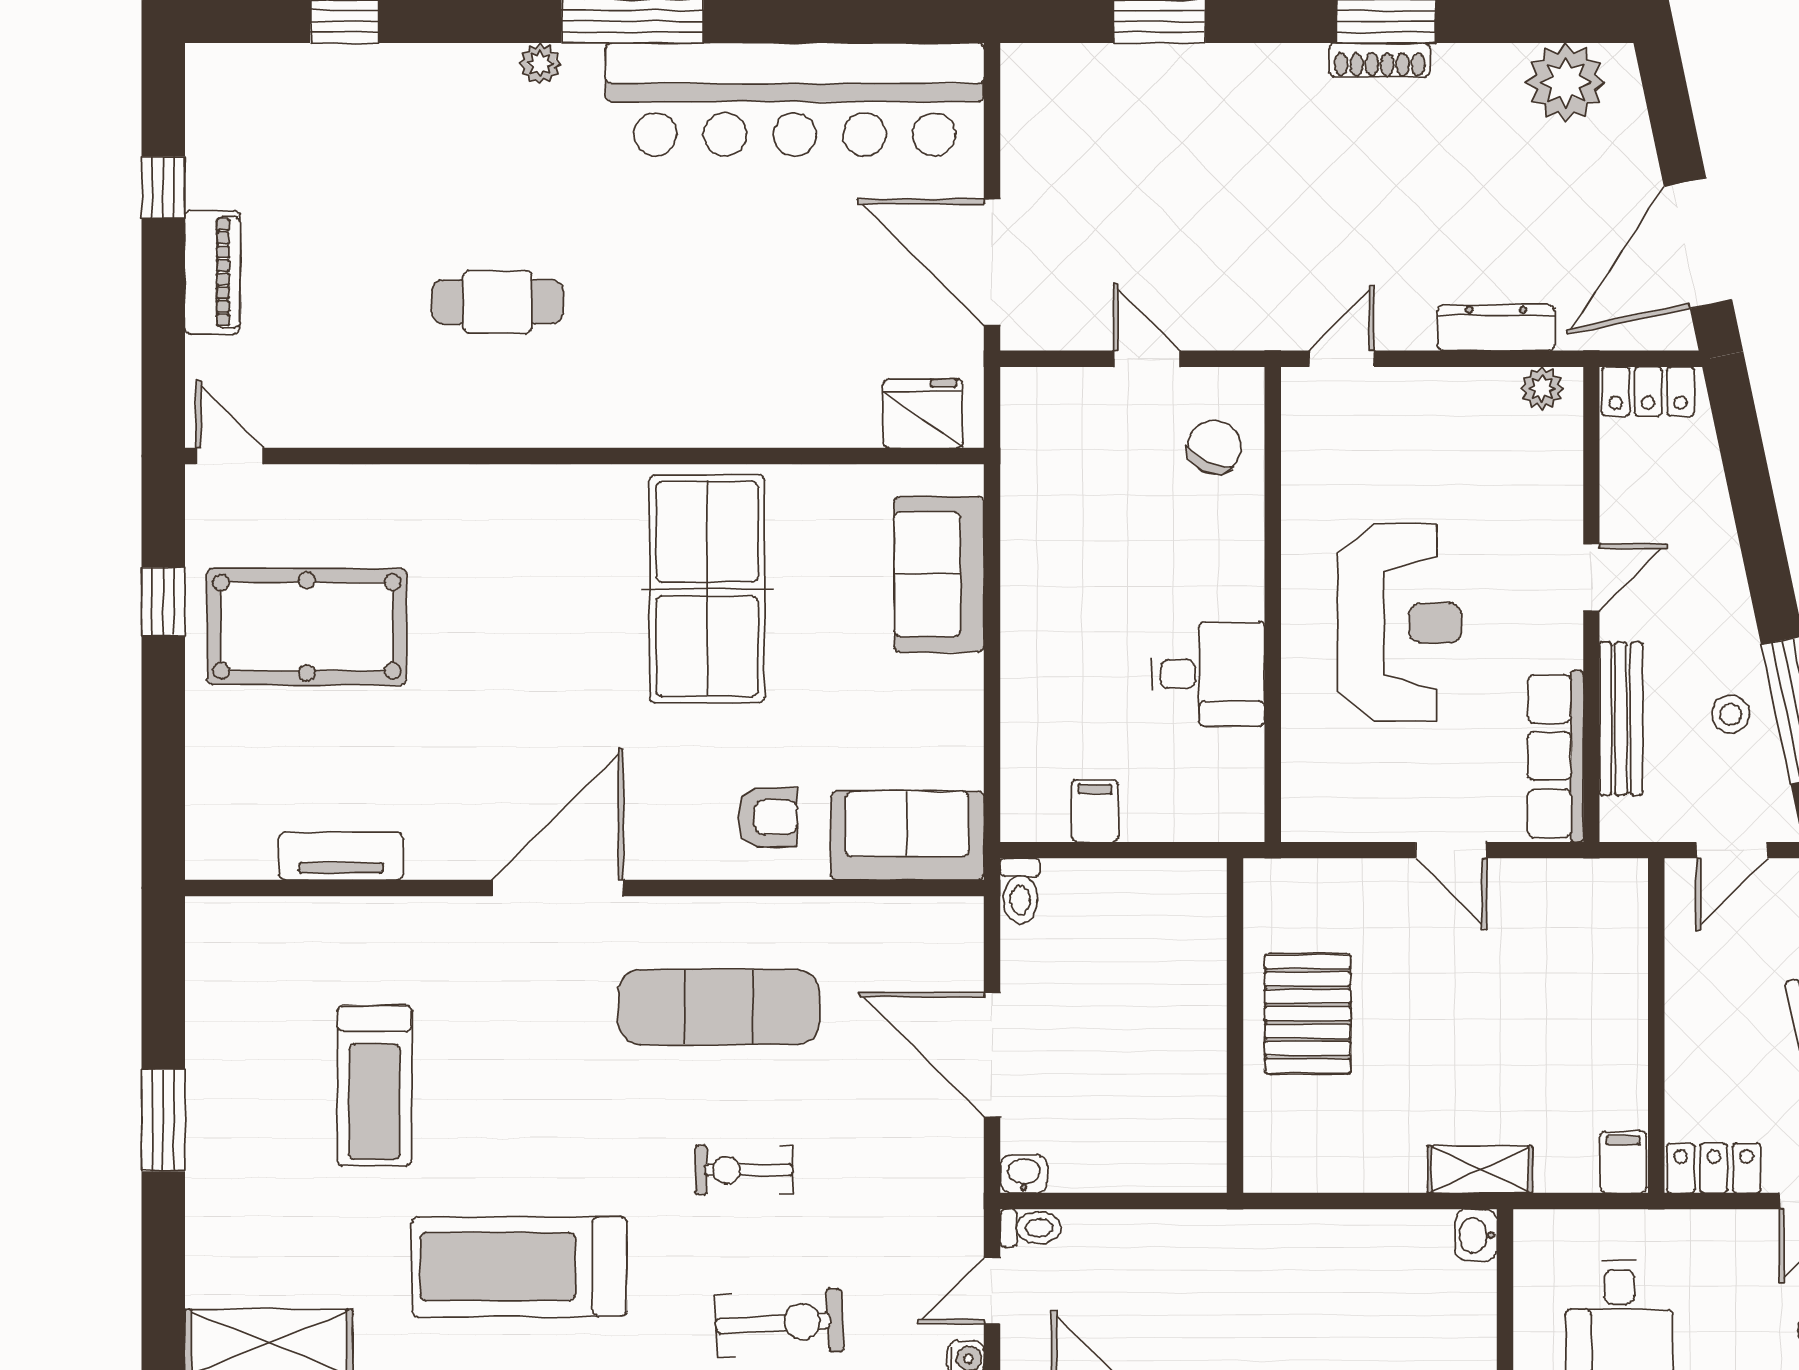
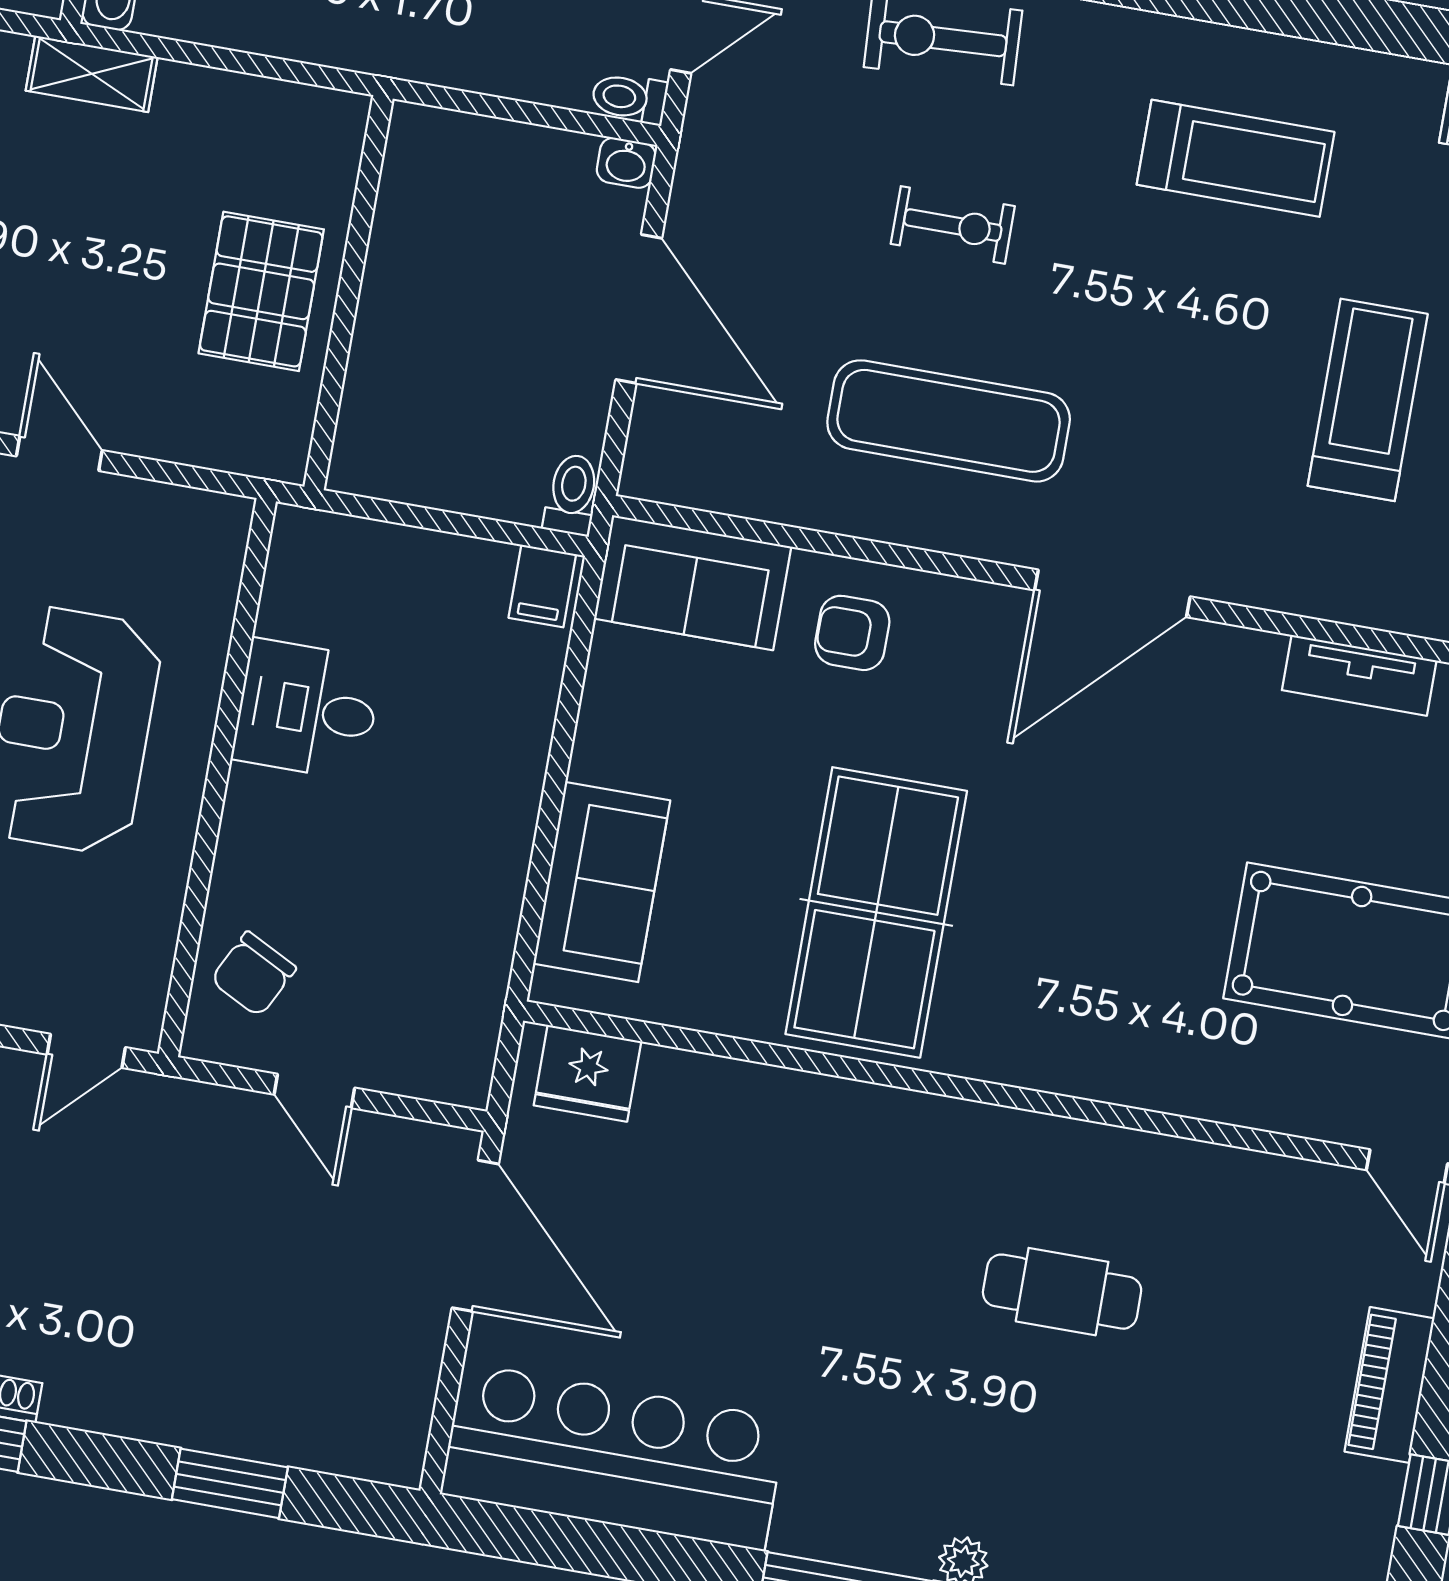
bar counter: (795, 99) -> (614, 1457), width x0.73
filing cabinet: (1095, 811) -> (542, 586), moved
treadmill: (519, 1267) -> (1236, 158), width x0.73, depth x0.73

